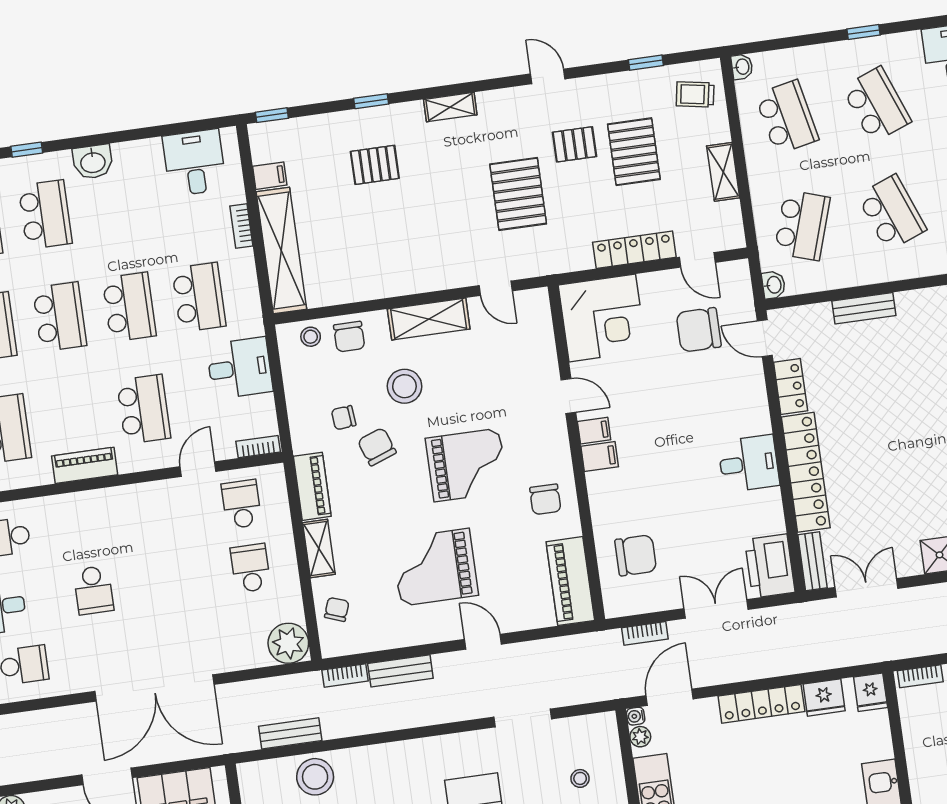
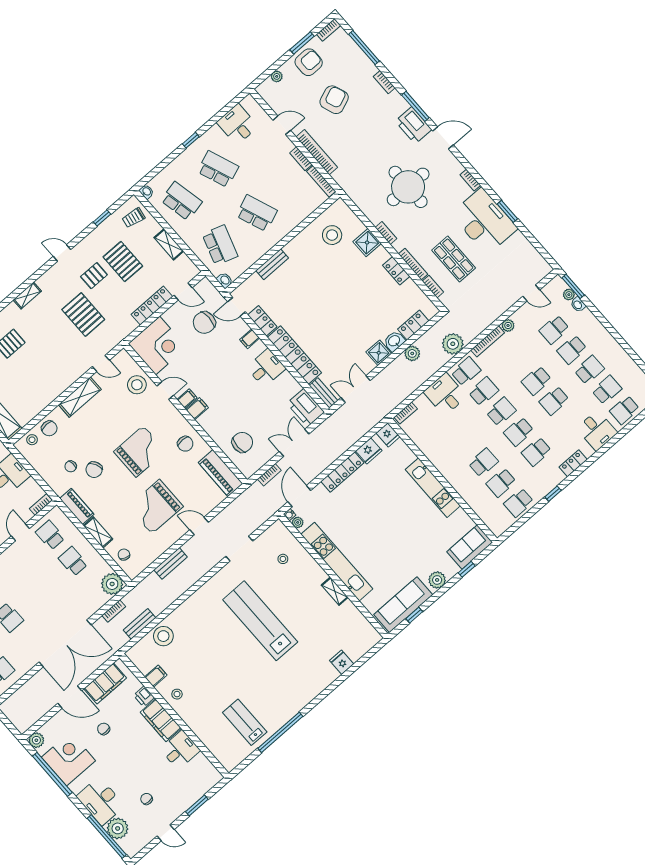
stool: (404, 386) -> (137, 385), moved
filing cabinet: (753, 401) -> (250, 339), added
chair: (377, 447) -> (94, 470), turned -96
bookcase: (345, 675) -> (114, 611), moved

